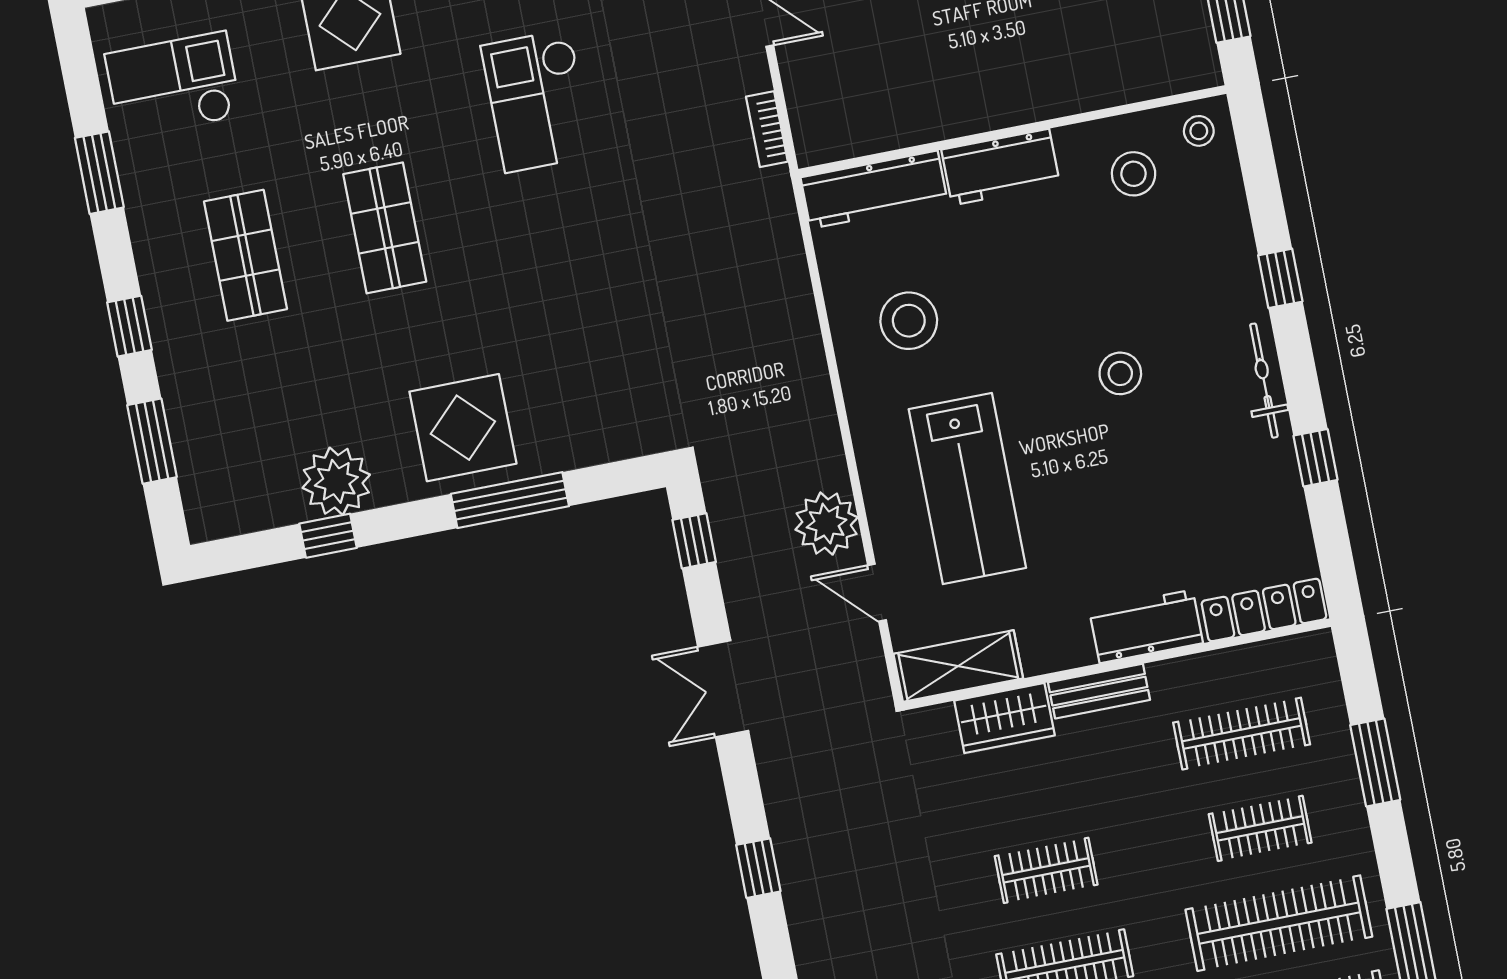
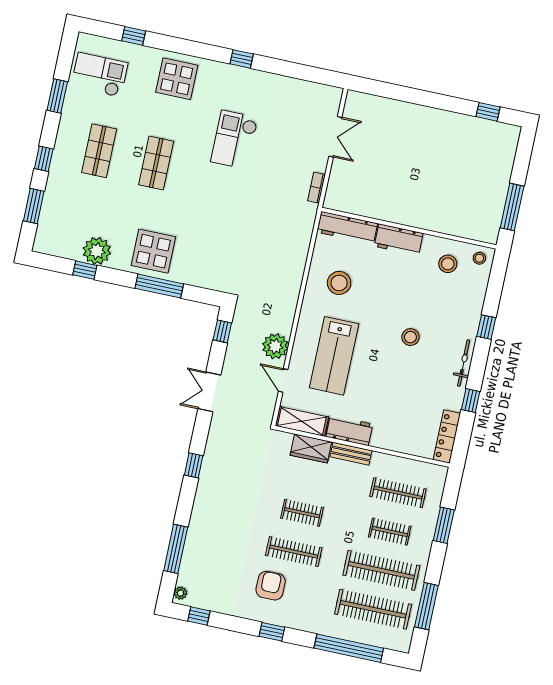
locker: (1264, 610) -> (447, 436), moved, turned -90
workbench: (1146, 626) -> (349, 430), moved

